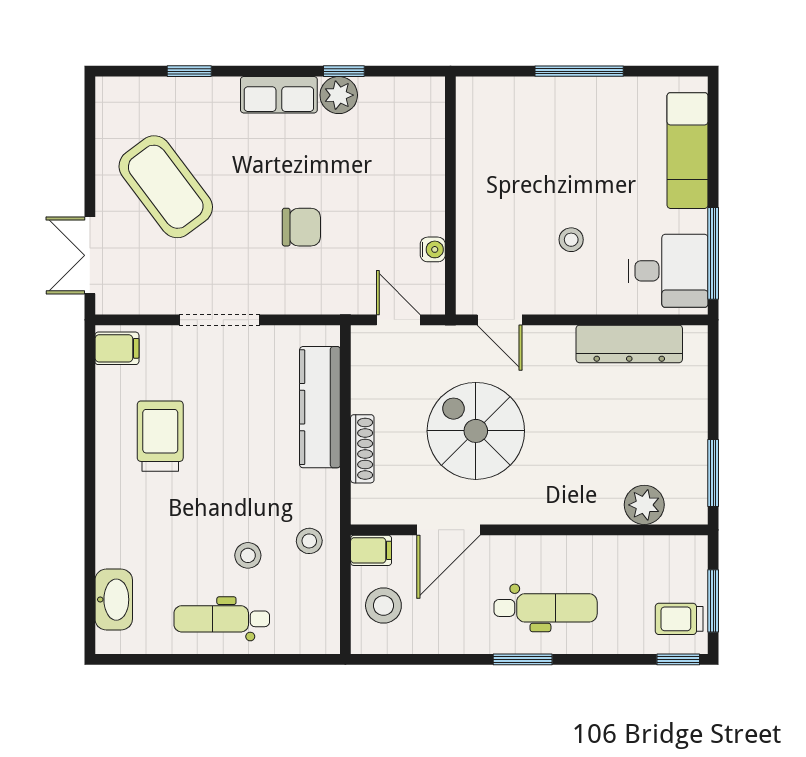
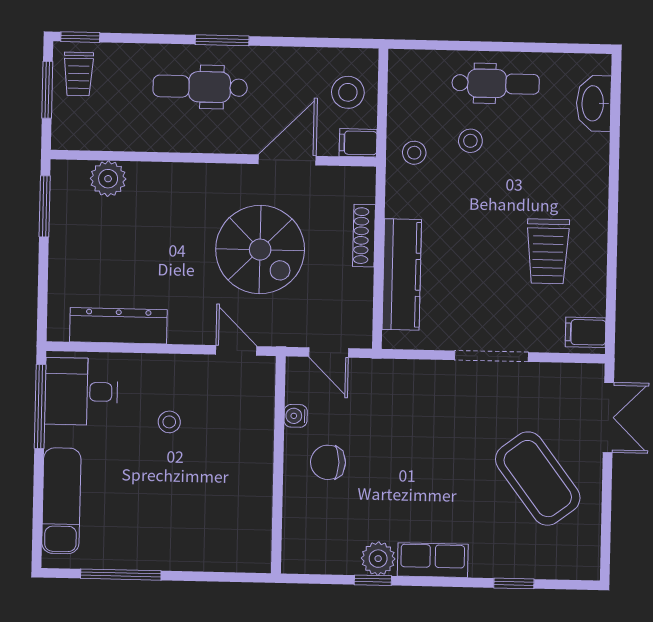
window: (579, 71) -> (121, 575), moved
chair: (301, 227) -> (328, 462), moved
trolley: (679, 619) -> (79, 74), turned 90

